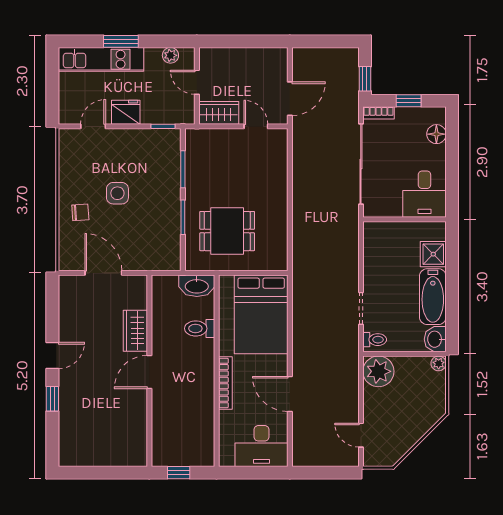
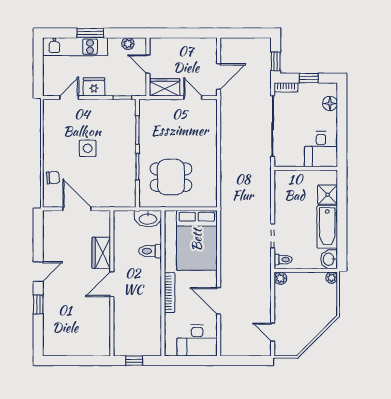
chair: (80, 212) -> (53, 178), moved
plant: (378, 371) -> (280, 278), width x0.53, depth x0.53

